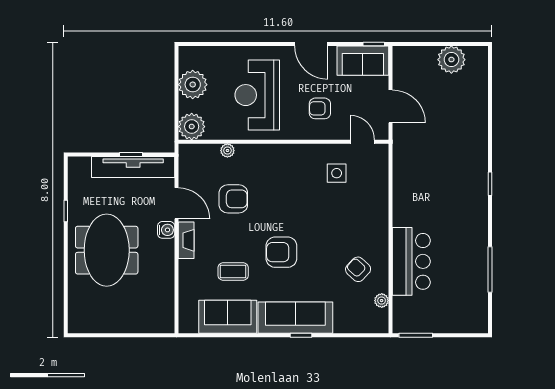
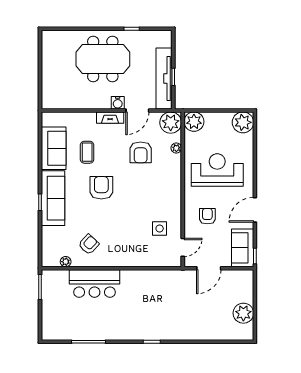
plant: (193, 85) -> (243, 122), moved
plant: (193, 158) -> (171, 123), added

